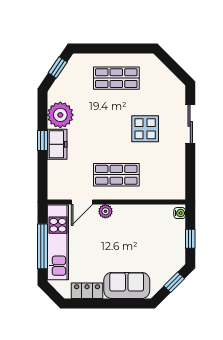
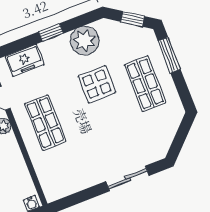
window: (100, 49) -> (169, 55), added
display table: (145, 129) -> (97, 84), moved
freezer: (57, 144) -> (25, 60), moved

